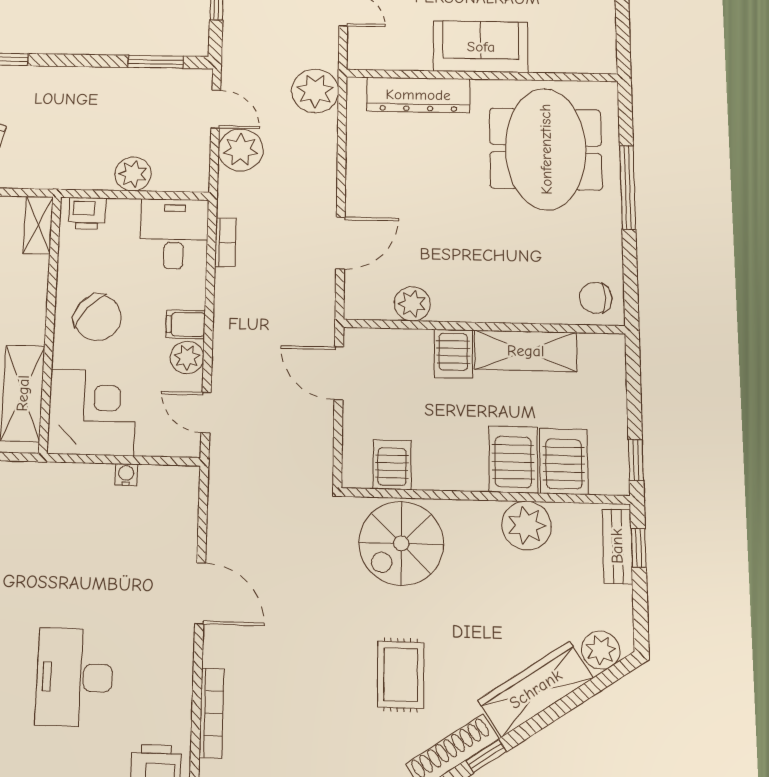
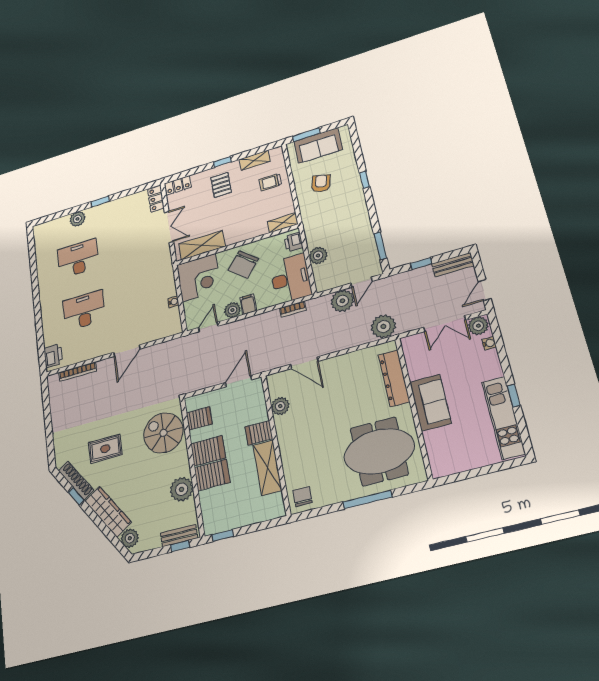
desk: (174, 234) -> (291, 279), width x1.37
server rack: (564, 461) -> (208, 451), moved

